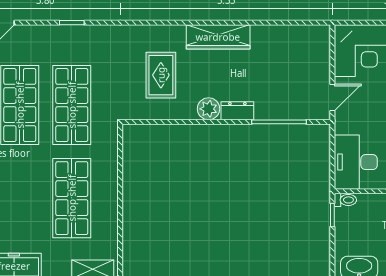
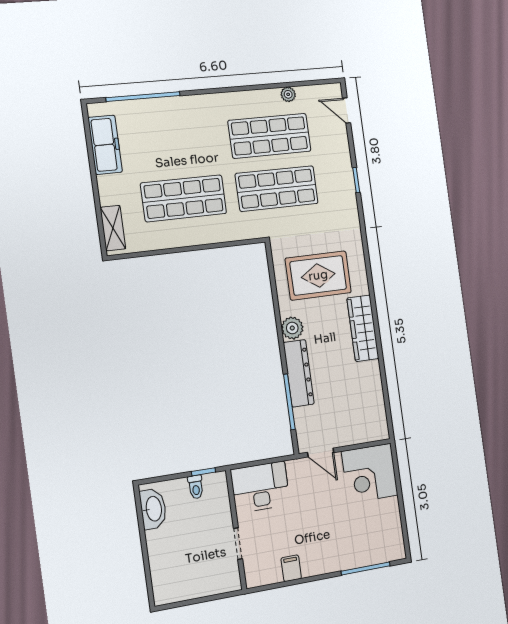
rug: (161, 75) -> (318, 275), width x1.36, depth x1.43
dresser: (237, 111) -> (299, 373), width x1.96, depth x1.24
toilet: (345, 200) -> (196, 487), moved

